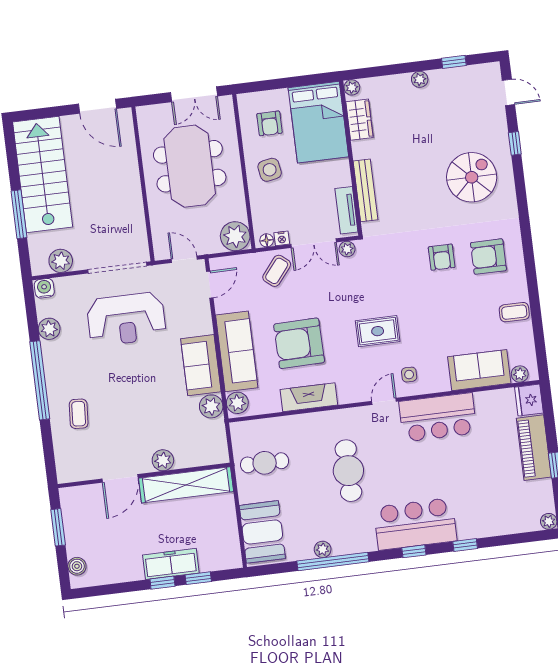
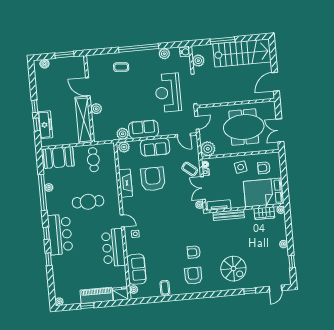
rug: (378, 331) -> (158, 219), removed
sofa: (237, 351) -> (155, 147), width x0.73
freezer: (171, 564) -> (45, 125), moved

